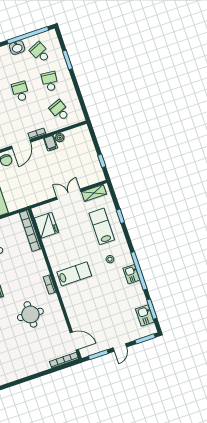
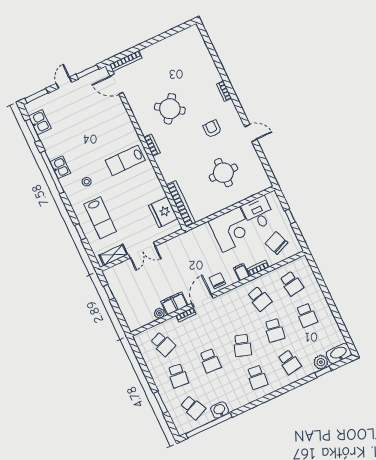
filing cabinet: (51, 143) -> (174, 303), width x2.00
round table: (30, 314) -> (170, 109), turned 33

